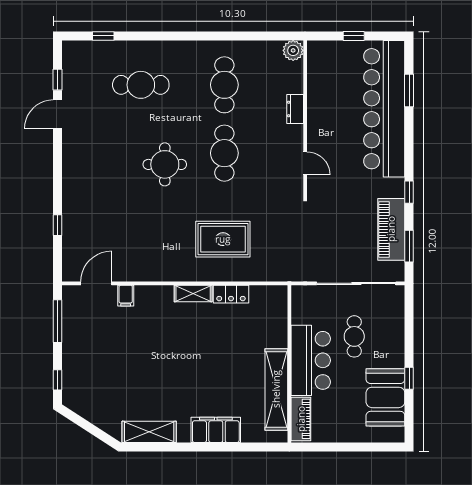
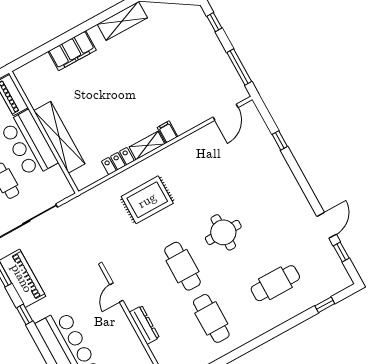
dresser: (295, 109) -> (144, 325), width x1.44
door: (305, 163) -> (116, 292), hinge flipped
filing cabinet: (126, 296) -> (168, 132), moved
shelving: (276, 389) -> (59, 137), moved

